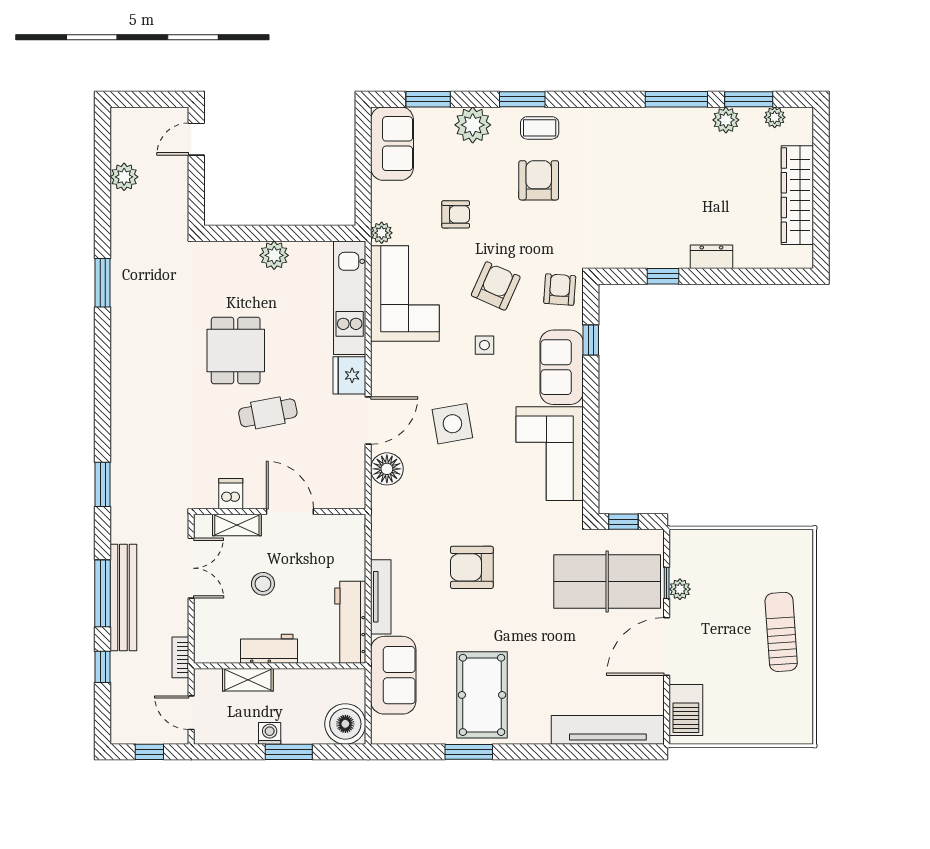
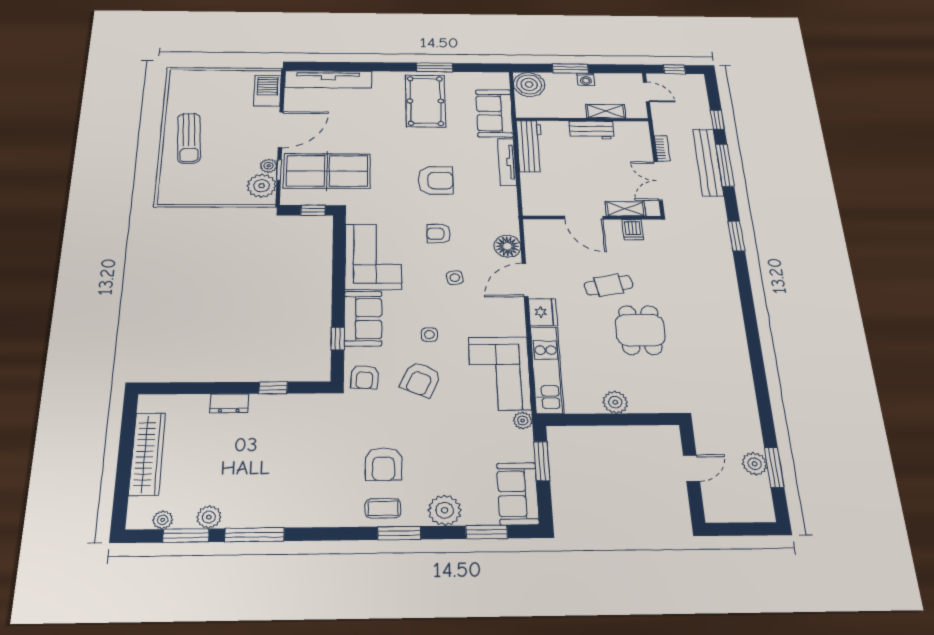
door: (196, 139) -> (691, 468), moved
window: (363, 182) -> (542, 461), added
armchair: (456, 214) -> (439, 234), moved
window: (103, 283) -> (774, 467), moved
side table: (452, 424) -> (455, 278), width x0.54, depth x0.54
plant: (687, 558) -> (262, 186), added
stool: (263, 584) -> (600, 171), removed
bookcase: (180, 657) -> (662, 148), moved

